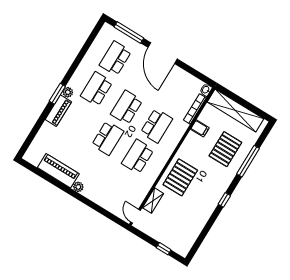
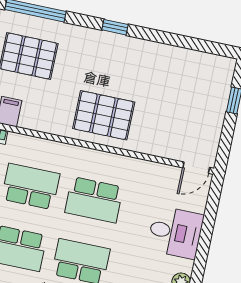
desk: (105, 193) -> (175, 232), added
shelving: (153, 201) -> (159, 147), removed

